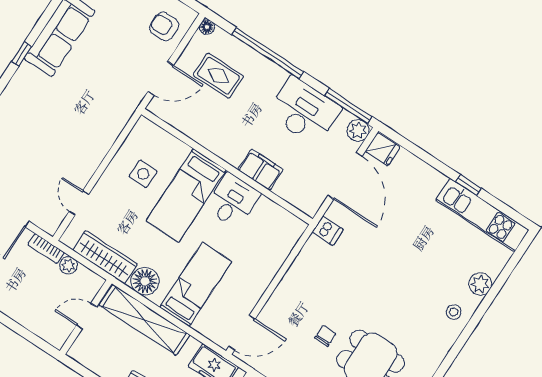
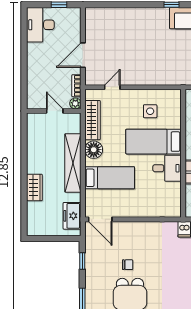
door: (87, 316) -> (55, 111), moved
wall: (86, 317) -> (54, 111), moved

